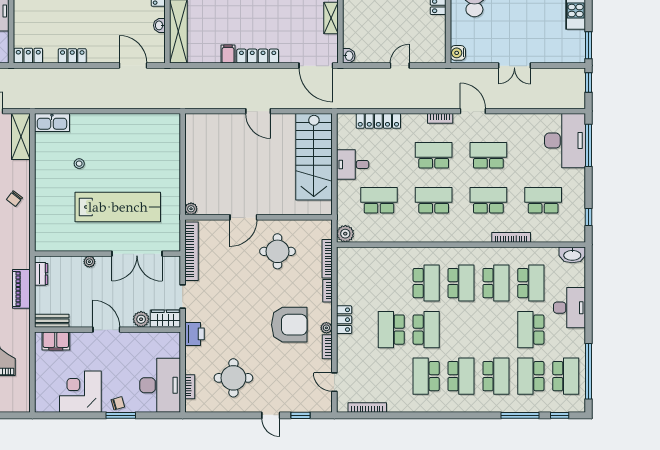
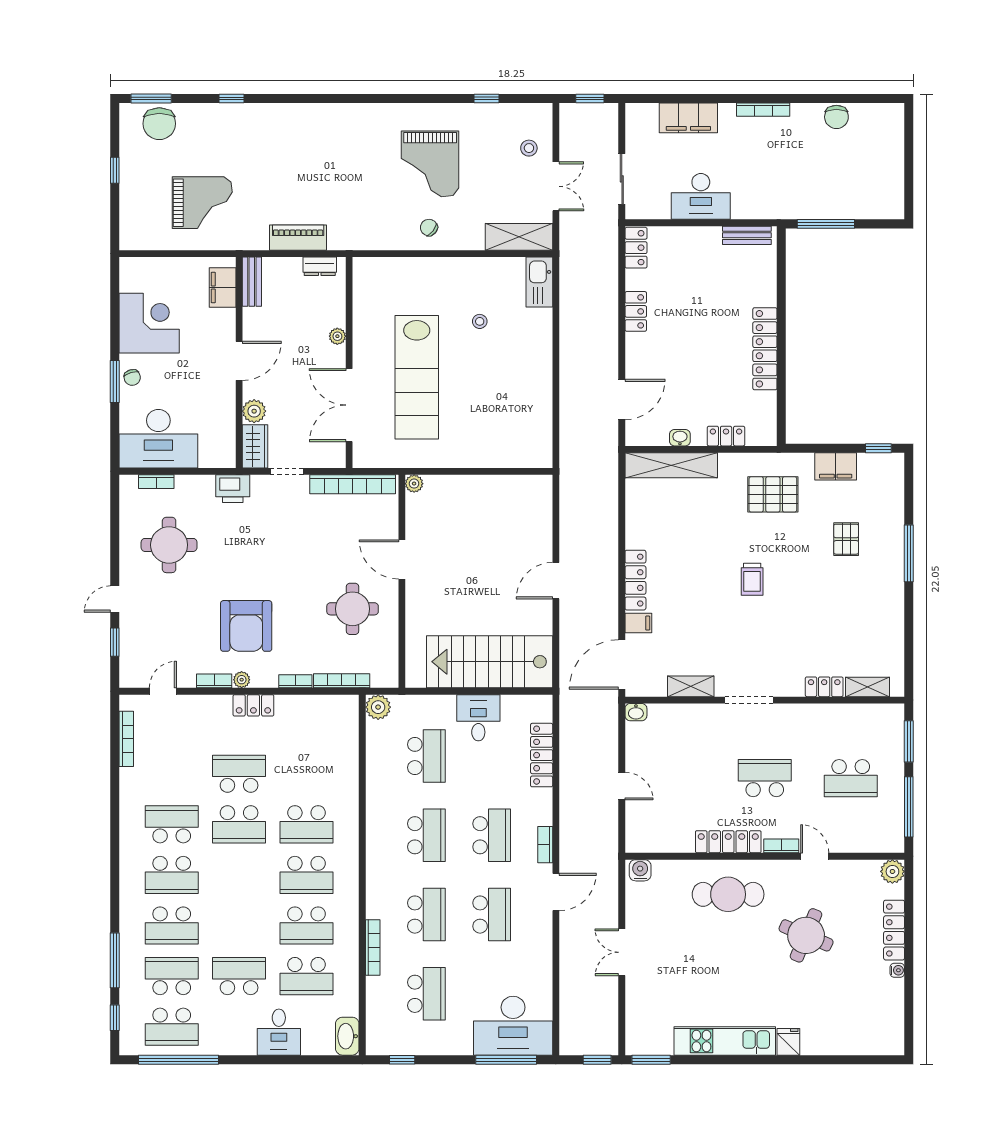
filing cabinet: (228, 54) -> (638, 623), moved
desk: (570, 308) -> (279, 1032), width x0.73

